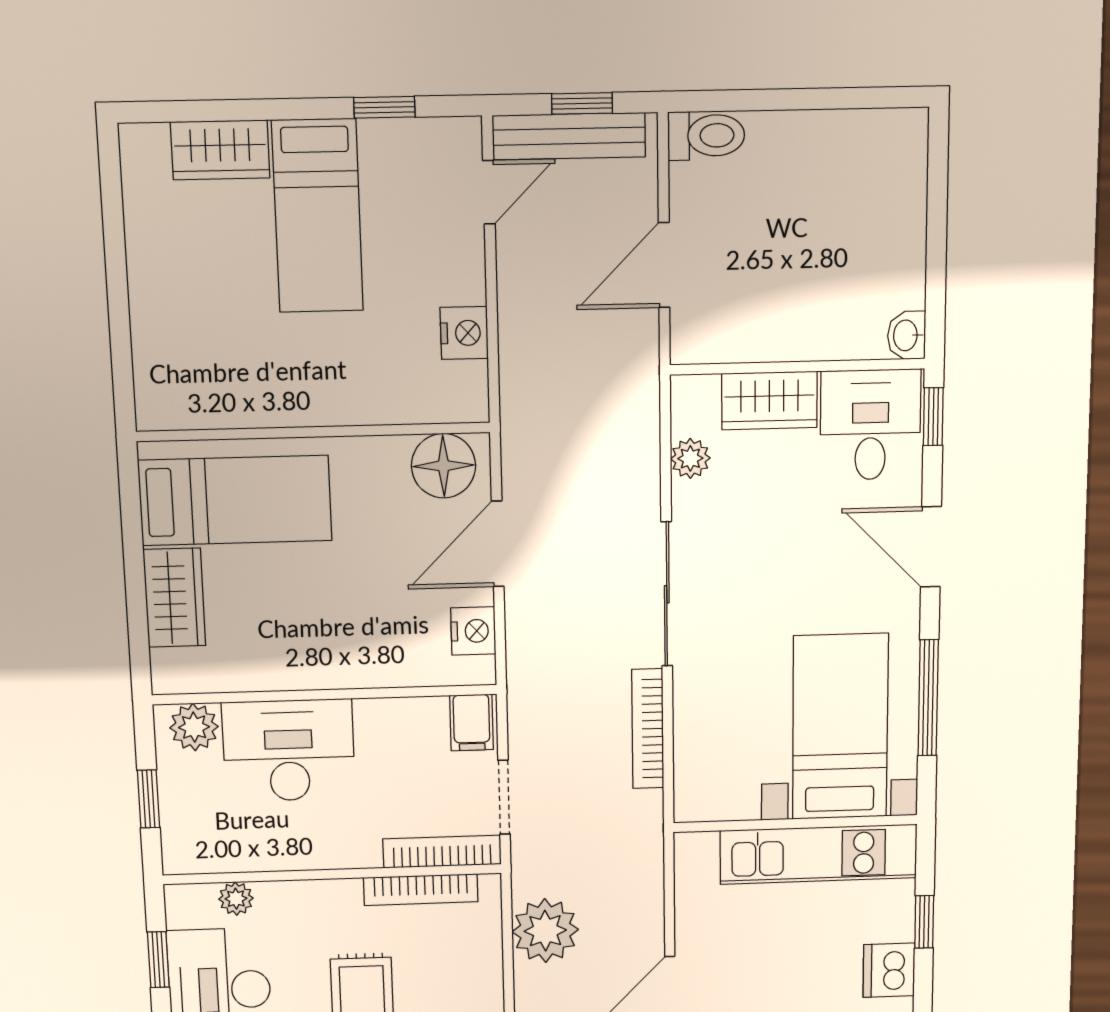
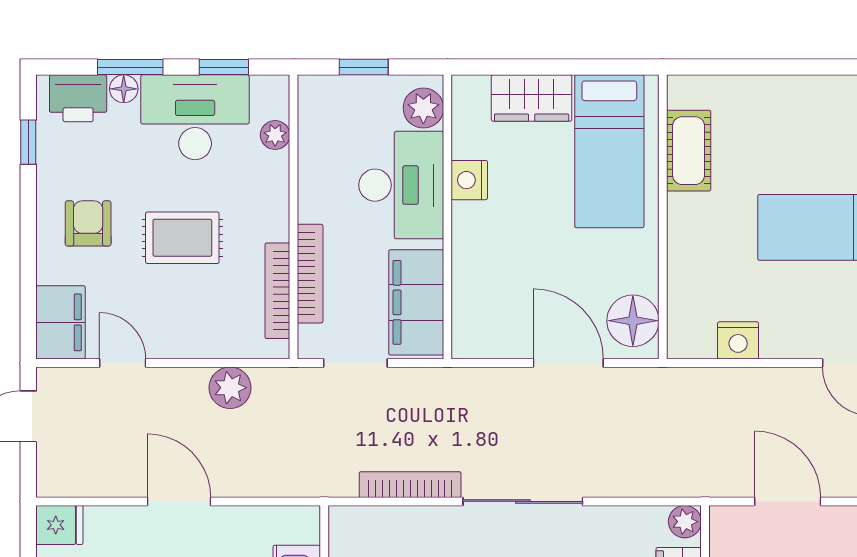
cot: (229, 401) -> (689, 151), added
plant: (690, 458) -> (685, 522), moved
nightstand: (473, 631) -> (469, 180), moved, turned 90
filing cabinet: (472, 723) -> (416, 302), width x3.00, depth x1.17
bookcase: (442, 852) -> (310, 274), moved
plant: (545, 931) -> (230, 388), width x0.73, depth x0.73

